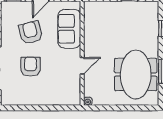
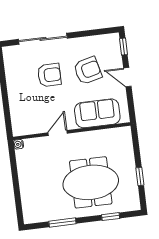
door: (82, 66) -> (58, 133), swing flipped
meeting table: (136, 74) -> (91, 182), moved

